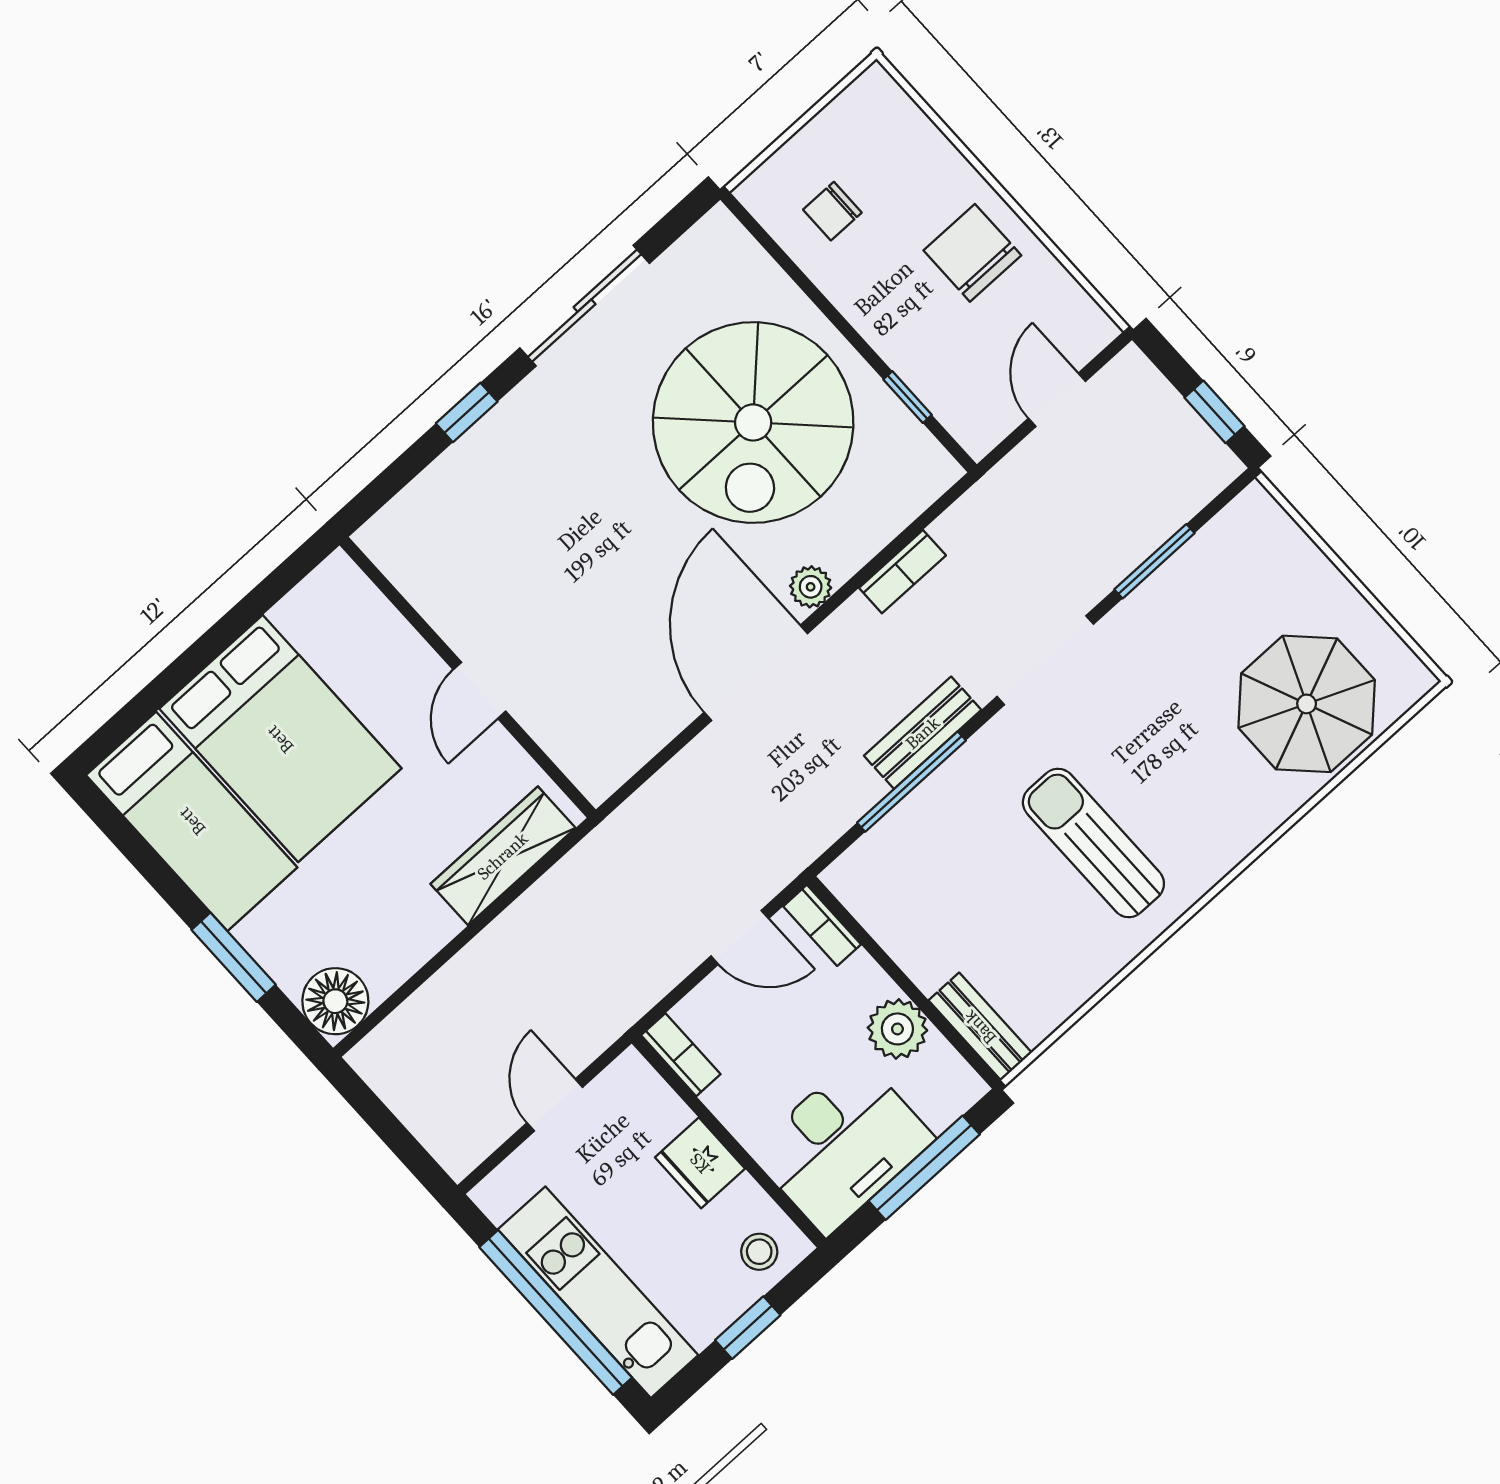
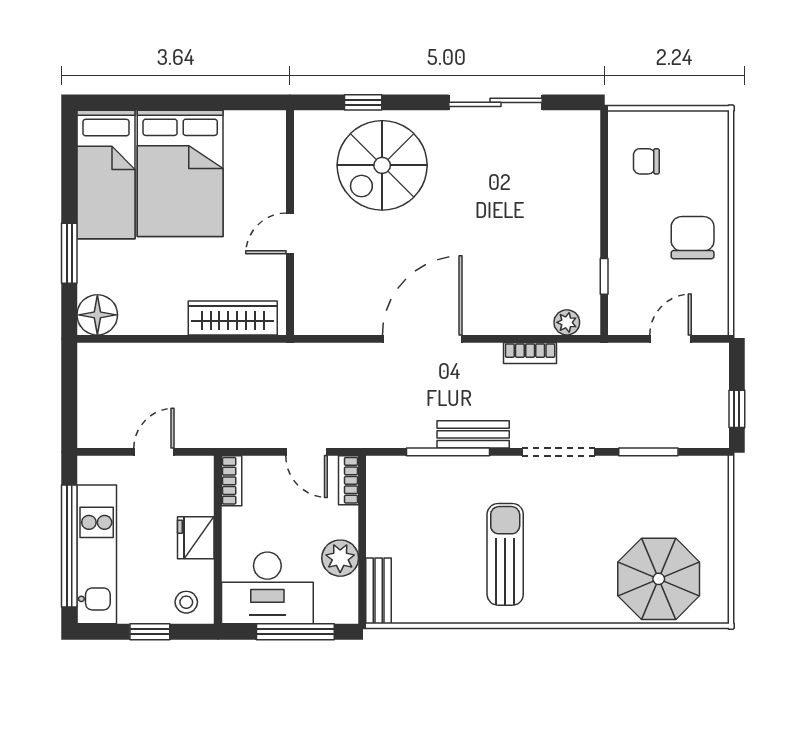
window: (467, 412) -> (363, 102), moved
spiral stairs: (753, 422) -> (382, 165), moved, width x0.73, depth x0.73
plant: (811, 587) -> (567, 322), moved

